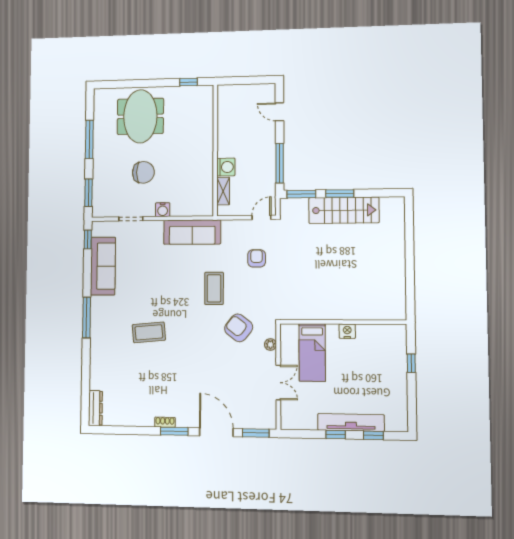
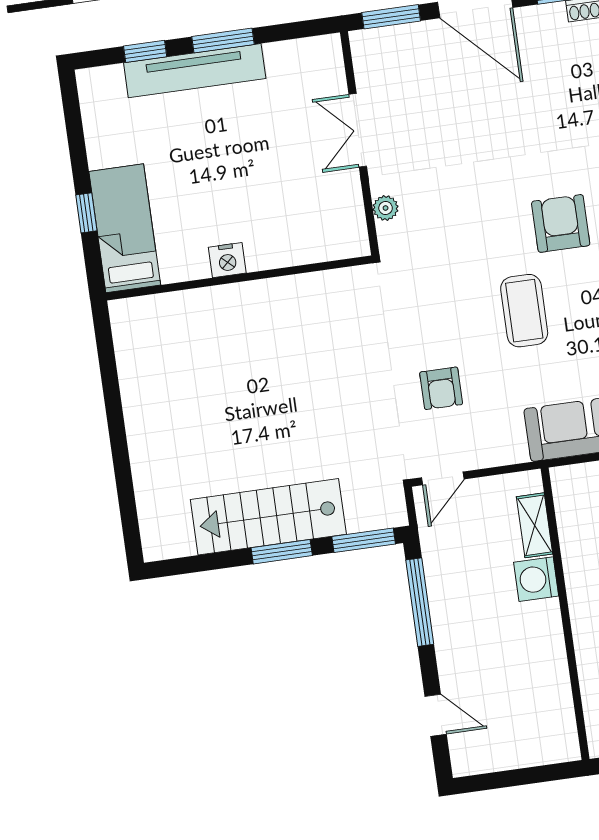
armchair: (239, 328) -> (561, 223), moved, turned -128
bed: (312, 352) -> (125, 228), moved
window: (336, 435) -> (223, 40), width x1.50

